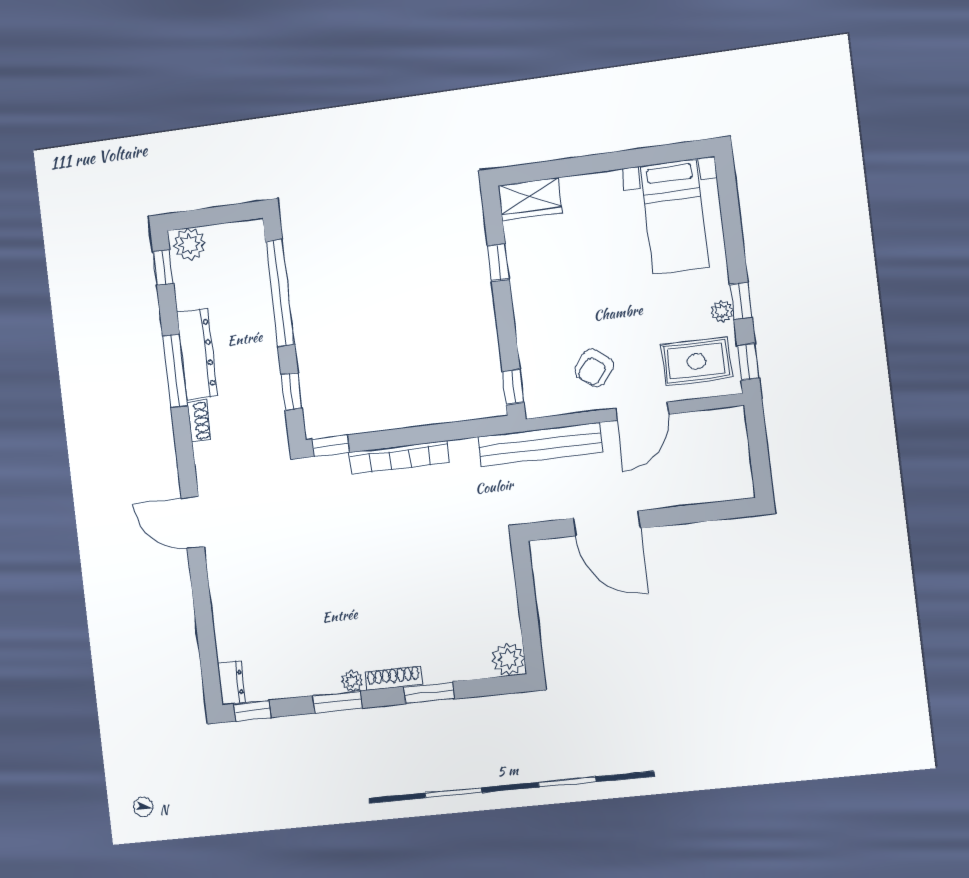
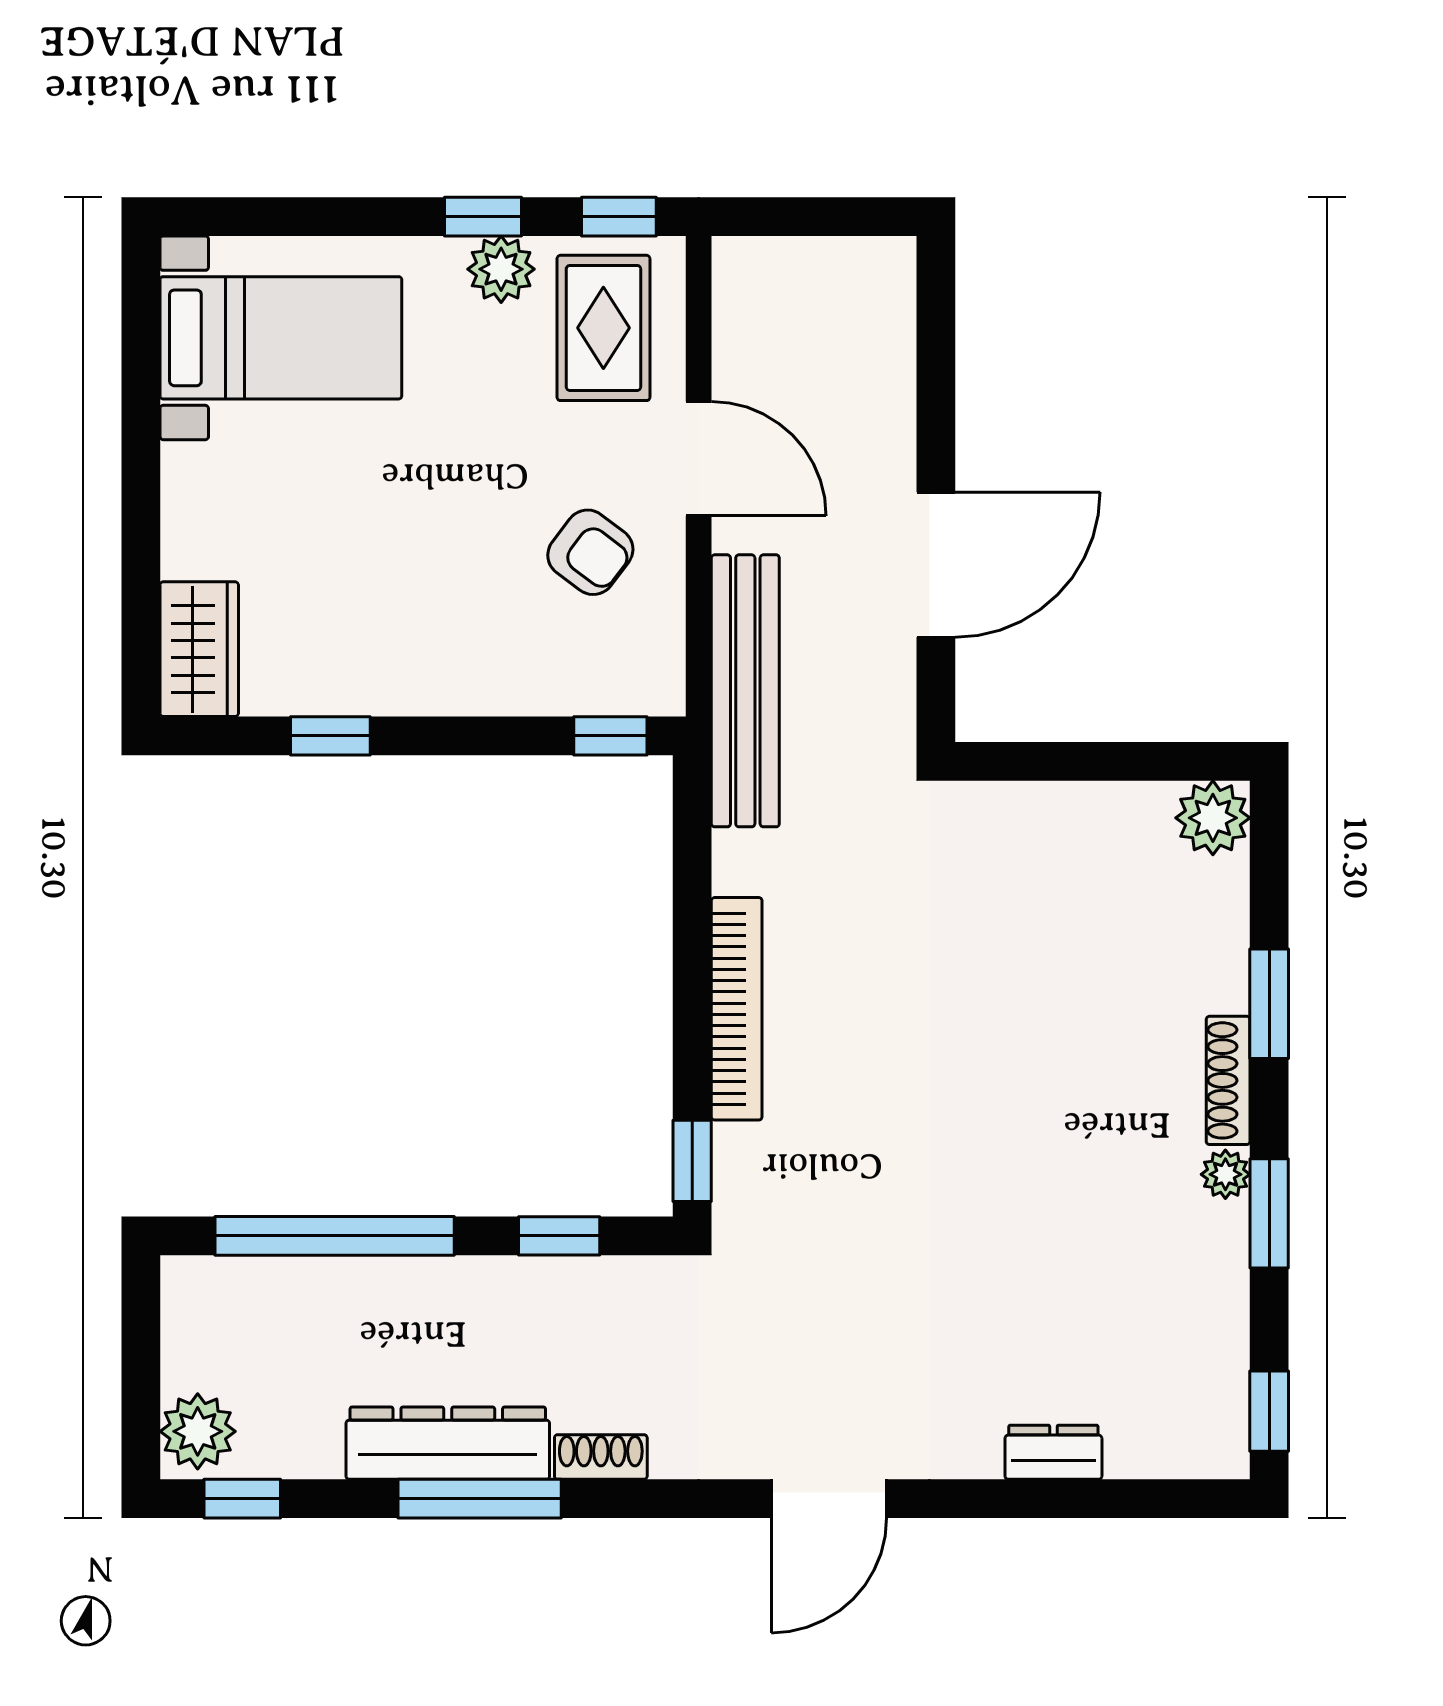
plant: (722, 311) -> (501, 269), width x1.38, depth x1.38
dresser: (231, 683) -> (1053, 1452), moved

